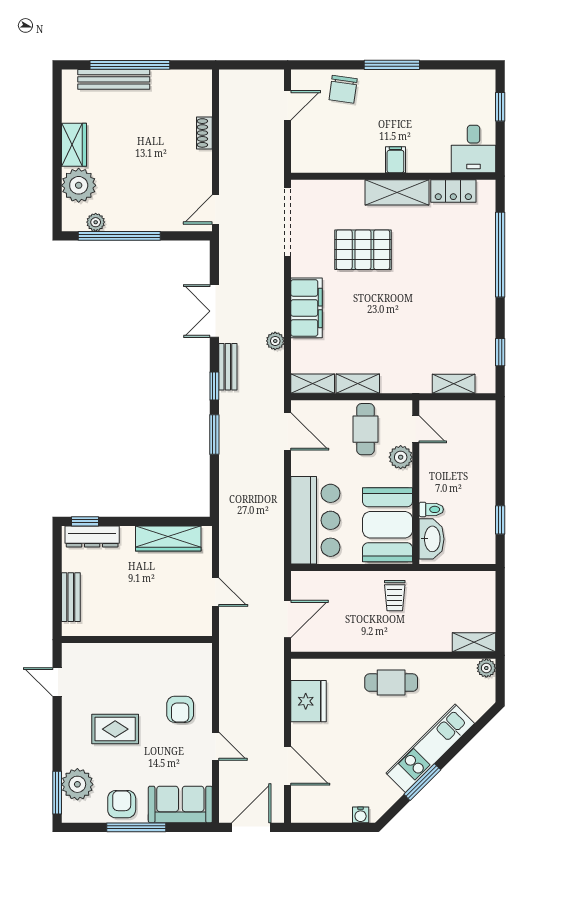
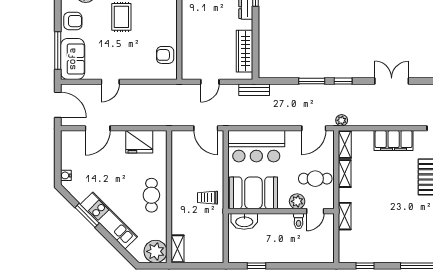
plant: (275, 341) -> (342, 120), moved
bench: (228, 367) -> (254, 90), moved
shelving: (454, 384) -> (345, 216), moved
toilet: (431, 509) -> (299, 221), moved
door: (288, 619) -> (206, 128), moved
plant: (486, 668) -> (155, 251), width x1.88, depth x1.88
armchair: (180, 709) -> (165, 55), moved
window: (136, 827) -> (58, 51), moved

